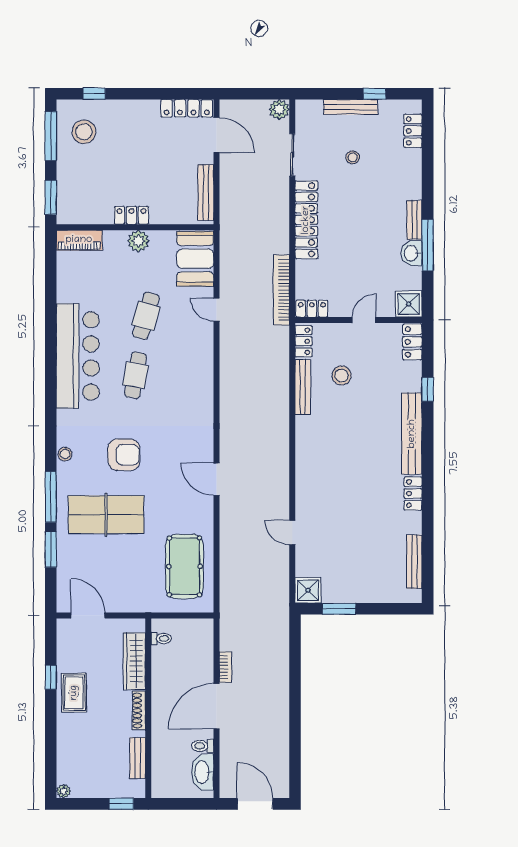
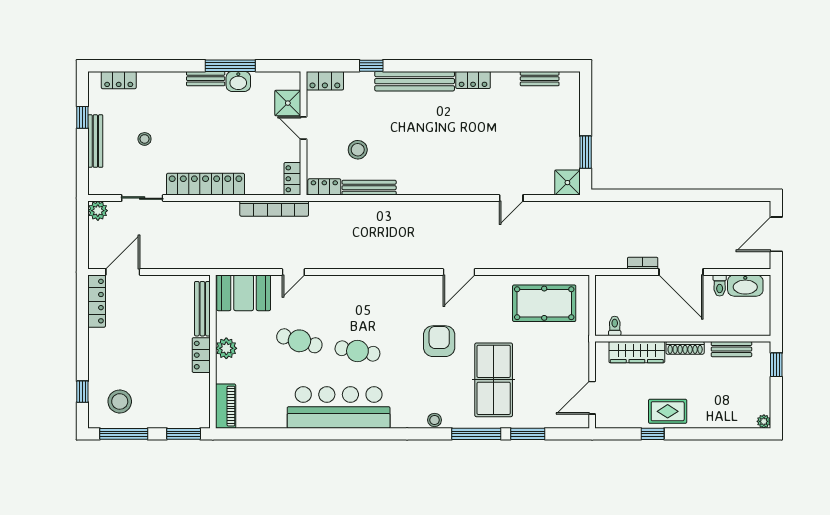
bench: (206, 193) -> (202, 309), moved, turned 90
shower: (409, 304) -> (288, 103), moved
armchair: (124, 455) -> (439, 341), moved
bench: (414, 562) -> (540, 79), width x0.73

